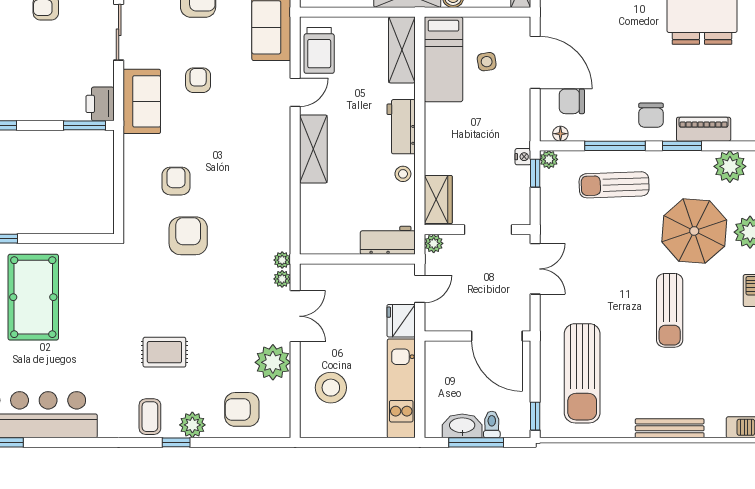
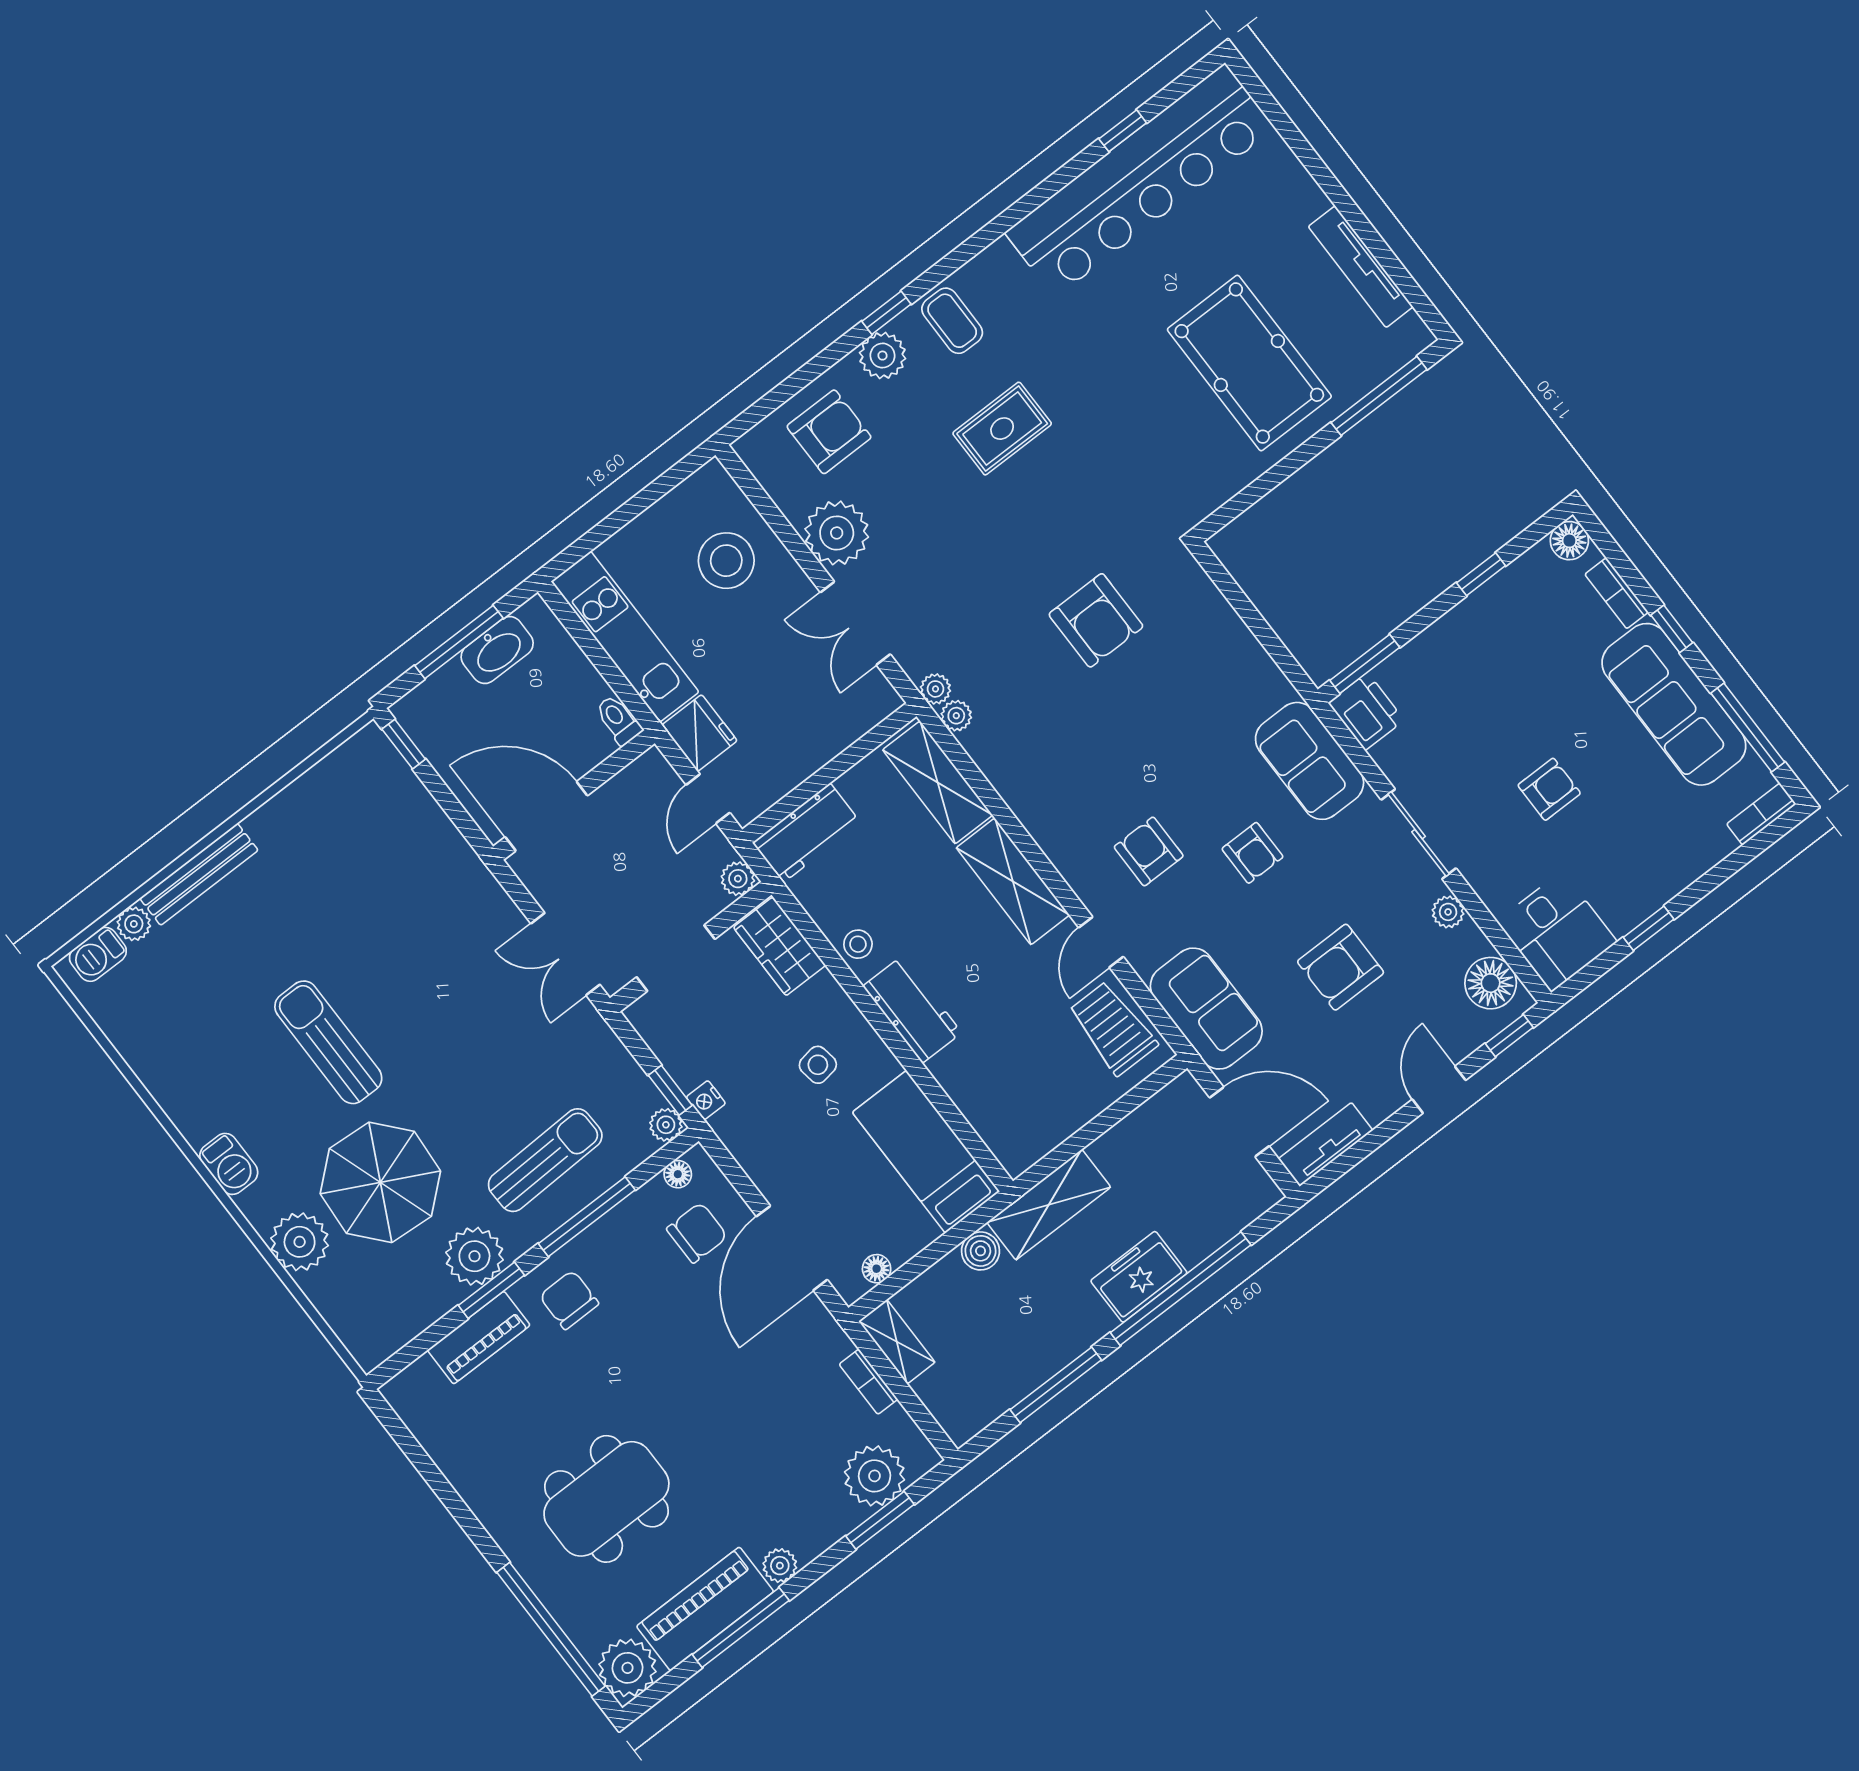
floor lamp: (505, 25) -> (877, 1269), added
shelving: (402, 50) -> (938, 782), moved
side table: (487, 62) -> (818, 1065), moved
door: (535, 62) -> (792, 1248), hinge flipped
plant: (730, 166) -> (474, 1256), moved
armchair: (176, 181) -> (1149, 851), moved, turned 180
plant: (282, 279) -> (956, 716), moved
sun lounger: (582, 373) -> (384, 857), removed
toilet: (492, 425) -> (618, 720), moved, turned 180
plant: (715, 429) -> (134, 924), added

